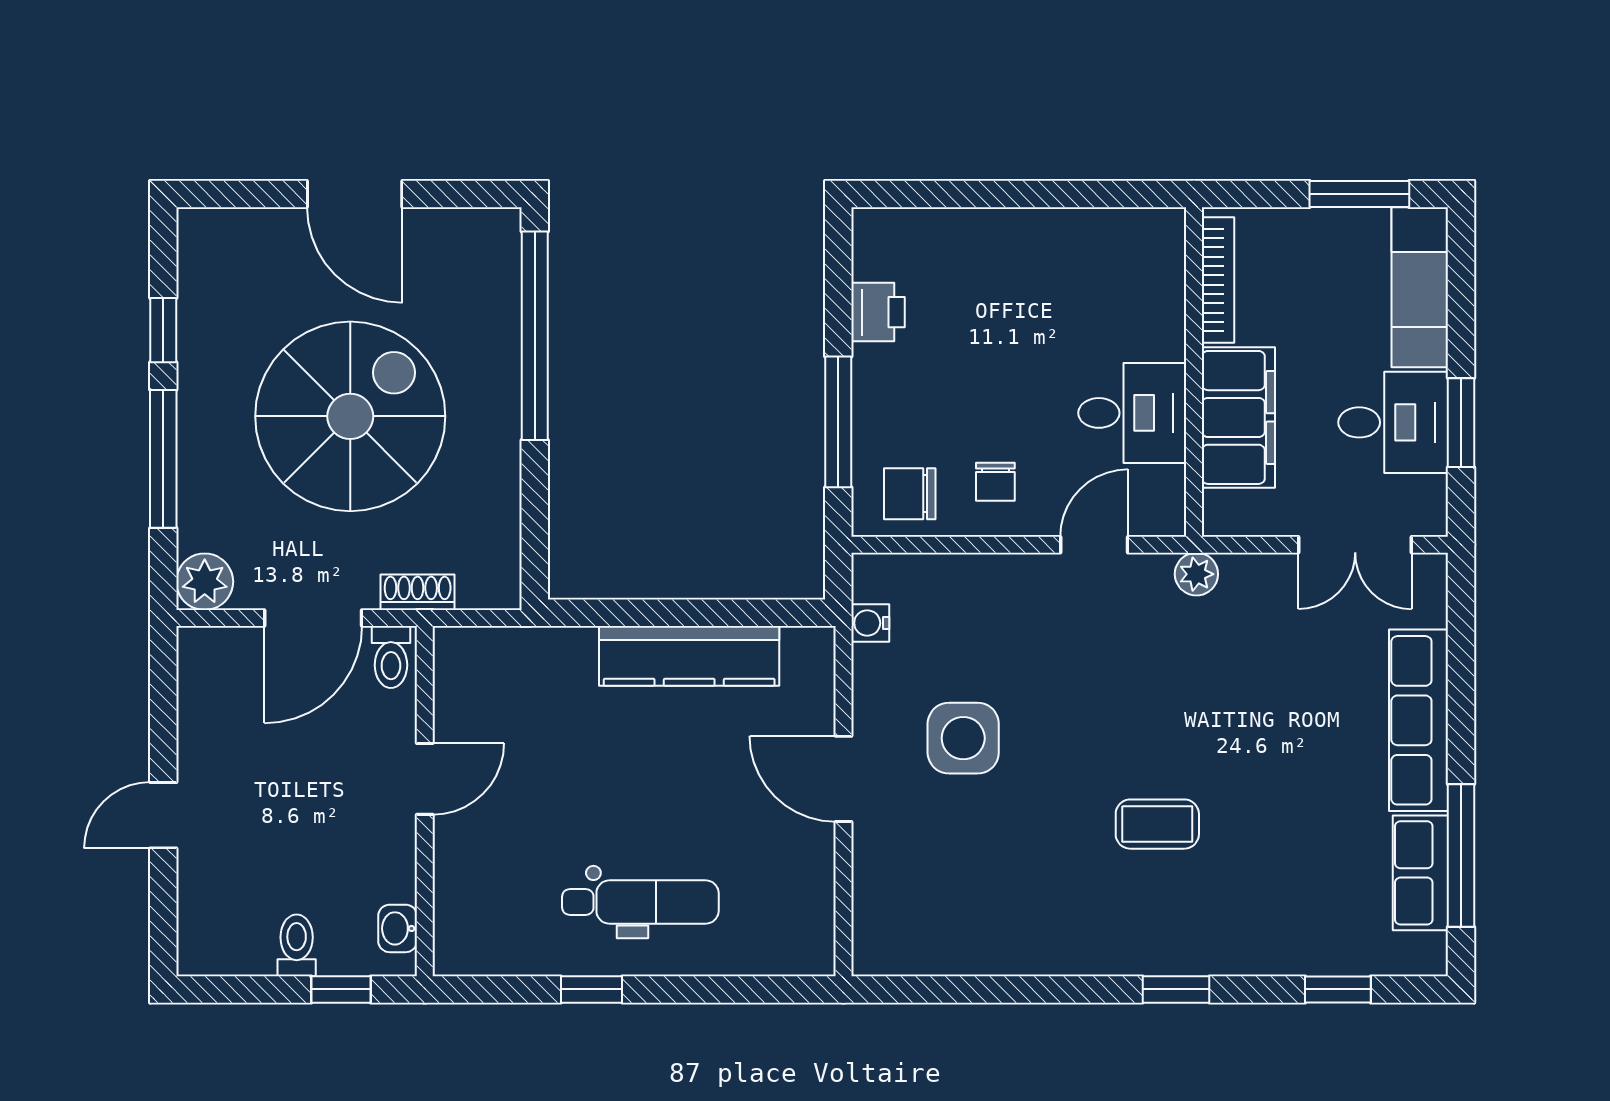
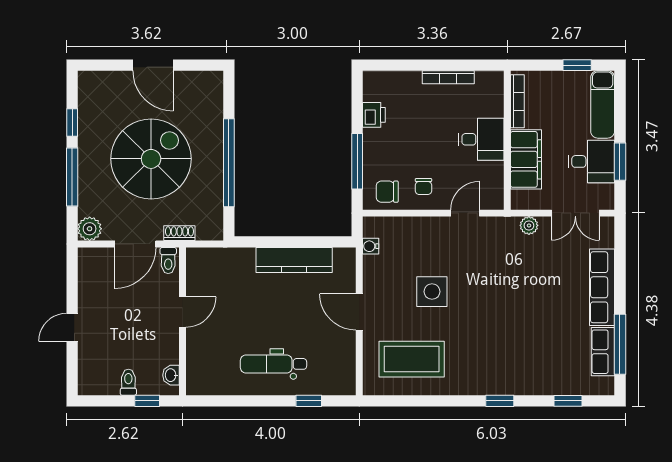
window: (1359, 194) -> (577, 65), width x0.67
bookcase: (1054, 223) -> (448, 77), added
window: (535, 336) -> (229, 163), moved
desk: (1132, 413) -> (481, 139), moved
plant: (1196, 574) -> (529, 225), moved
side table: (963, 738) -> (432, 292), moved
coffee table: (1157, 824) -> (412, 359), moved, width x1.86, depth x1.72
dental chair: (640, 902) -> (274, 364), turned 180
window: (591, 989) -> (309, 401), moved

